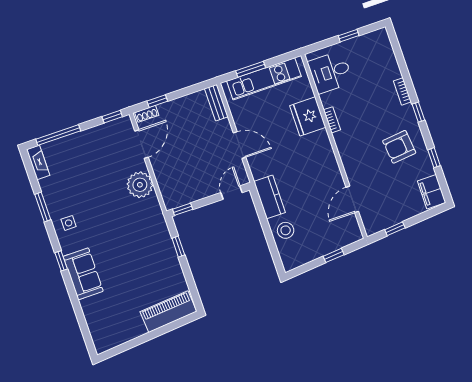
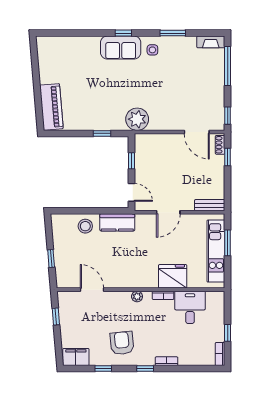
bookcase: (375, 36) -> (220, 354), added
desk: (330, 72) -> (190, 307), moved
plant: (343, 148) -> (137, 297), added
plant: (140, 185) -> (137, 119), moved
window: (183, 209) -> (132, 161), moved
sofa: (83, 274) -> (121, 48), moved

